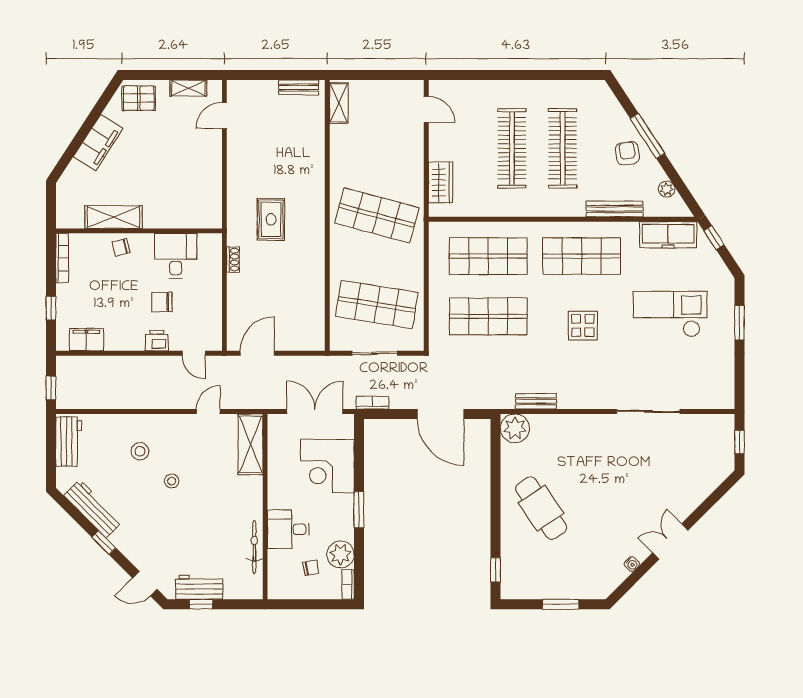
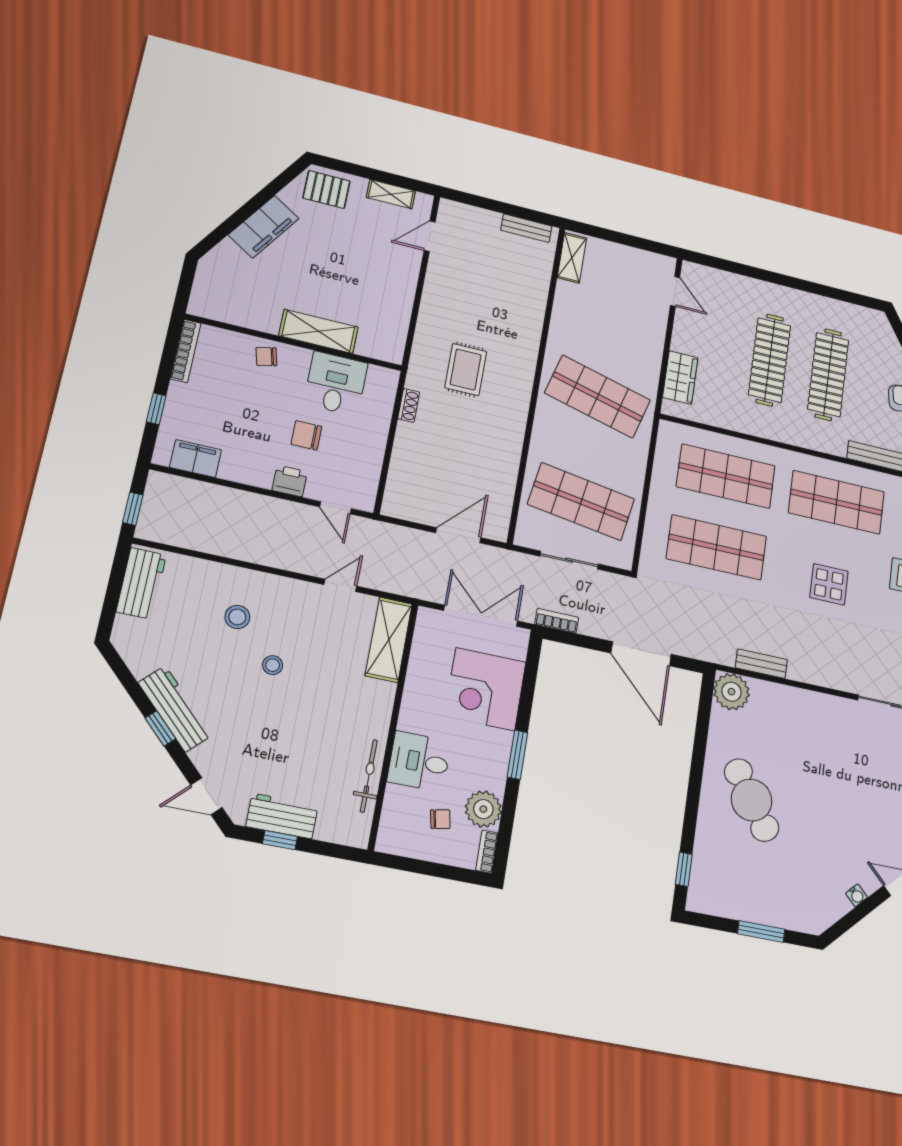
shelving: (113, 217) -> (318, 331), moved
door: (257, 353) -> (458, 535), moved
workbench: (93, 509) -> (175, 709), moved

